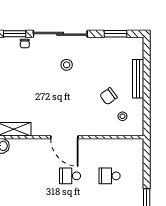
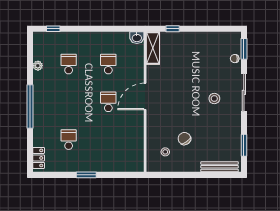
sliding door: (60, 34) -> (244, 92), width x0.73
bench: (138, 79) -> (220, 167), moved
school desk: (110, 176) -> (108, 64), moved

